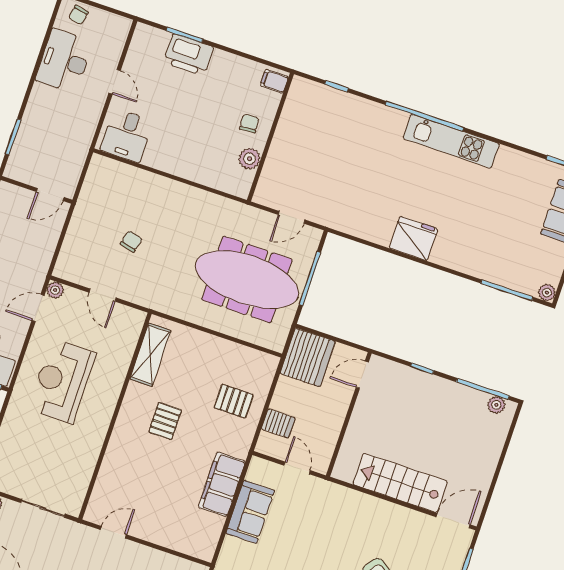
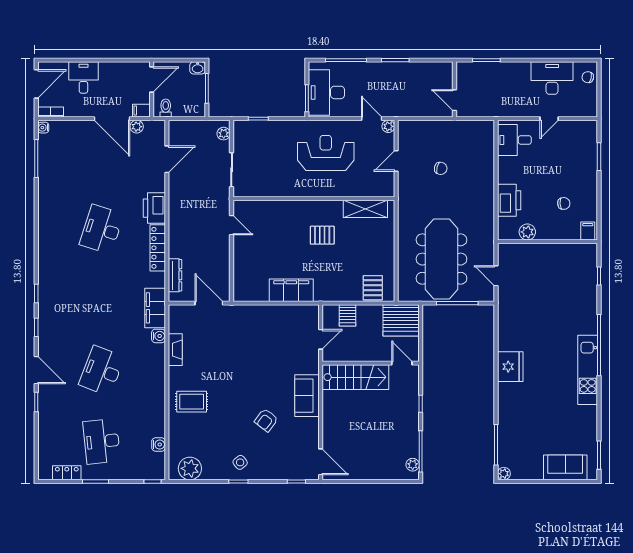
printer: (189, 55) -> (509, 200), moved, turned 180
chair: (249, 123) -> (564, 203), moved
pallet: (234, 401) -> (373, 288), moved
stairs: (400, 483) -> (355, 377), moved, turned 90
sofa: (250, 512) -> (307, 396), moved, turned 90

